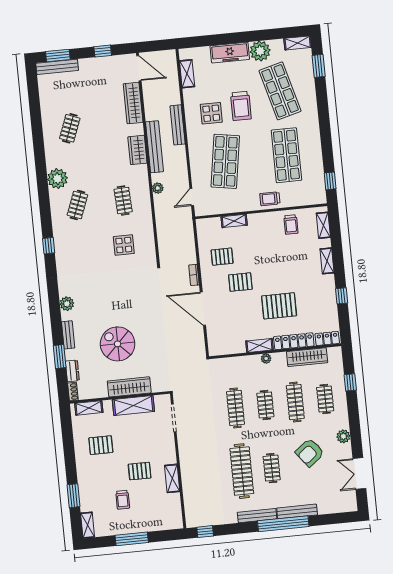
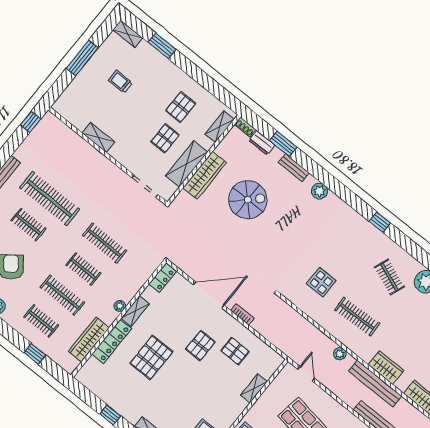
clothes rail: (123, 200) -> (357, 317), width x1.36
pallet: (222, 257) -> (235, 351), turned 90
locker: (327, 338) -> (163, 278), moved
pallet: (140, 471) -> (165, 138), moved

